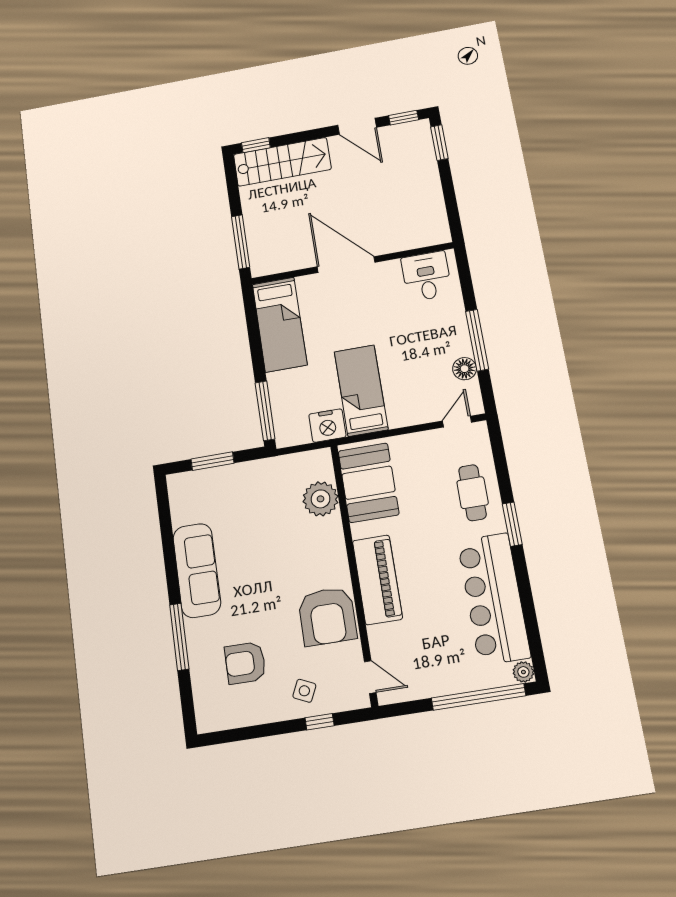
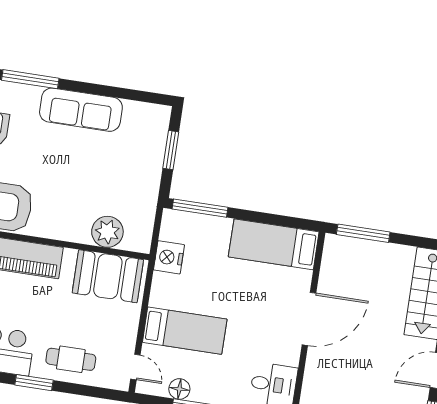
bed: (361, 391) -> (185, 331), moved

